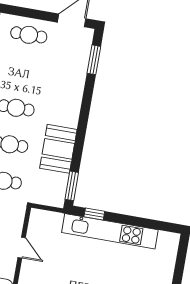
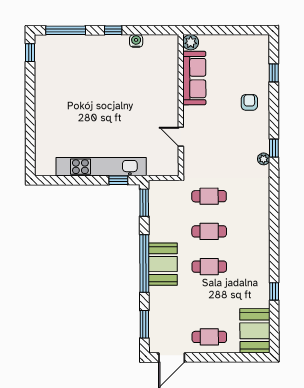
window: (83, 123) -> (144, 263), added
booth: (58, 149) -> (163, 264), moved

